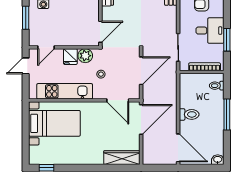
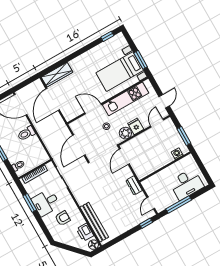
door: (118, 100) -> (93, 109), moved
door: (141, 120) -> (53, 99), moved
window: (26, 123) -> (141, 60), added

